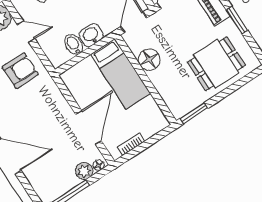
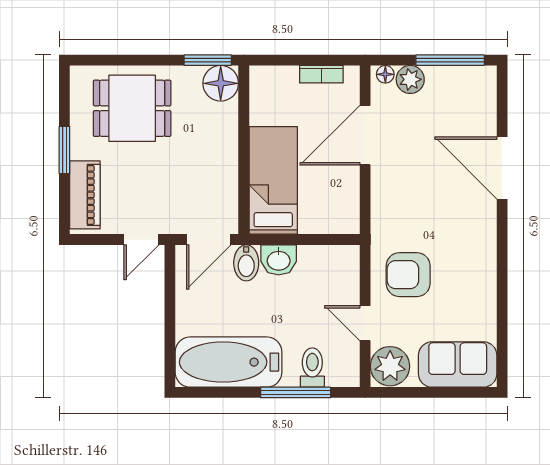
bidet: (74, 44) -> (246, 263), moved
floor lamp: (149, 60) -> (221, 83), moved

